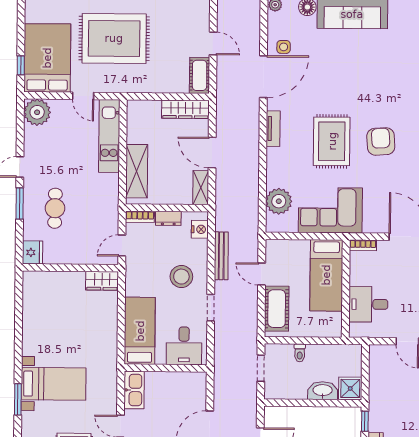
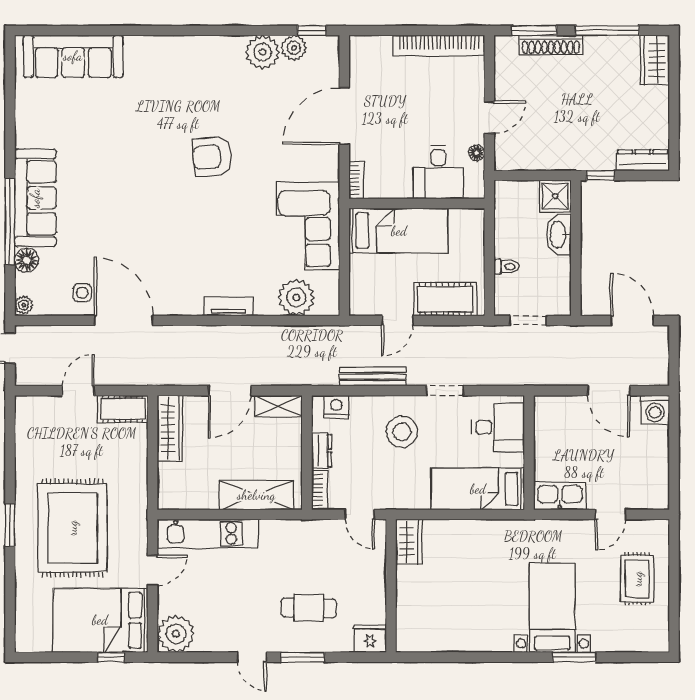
tv unit: (273, 129) -> (228, 306), moved
rug: (332, 141) -> (213, 225), removed
floor lamp: (382, 332) -> (477, 153), added

